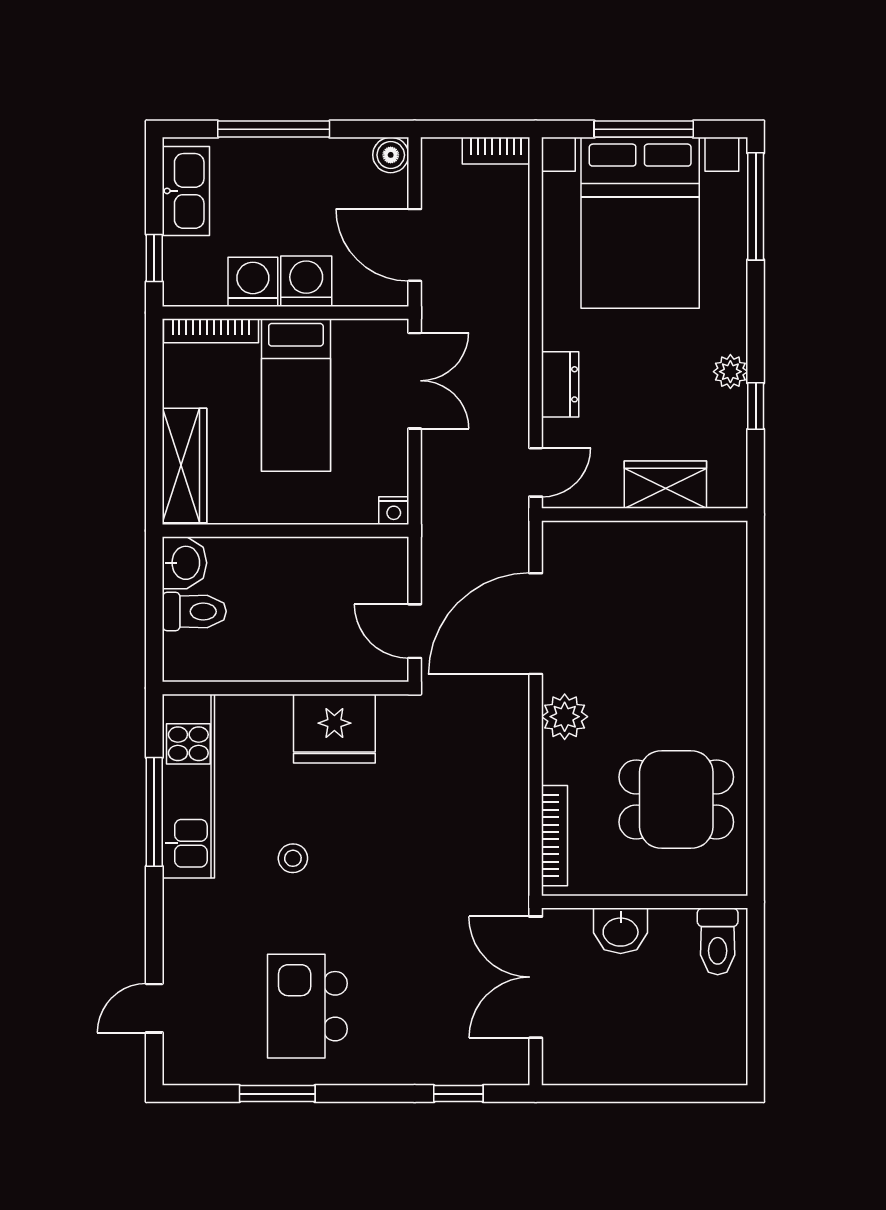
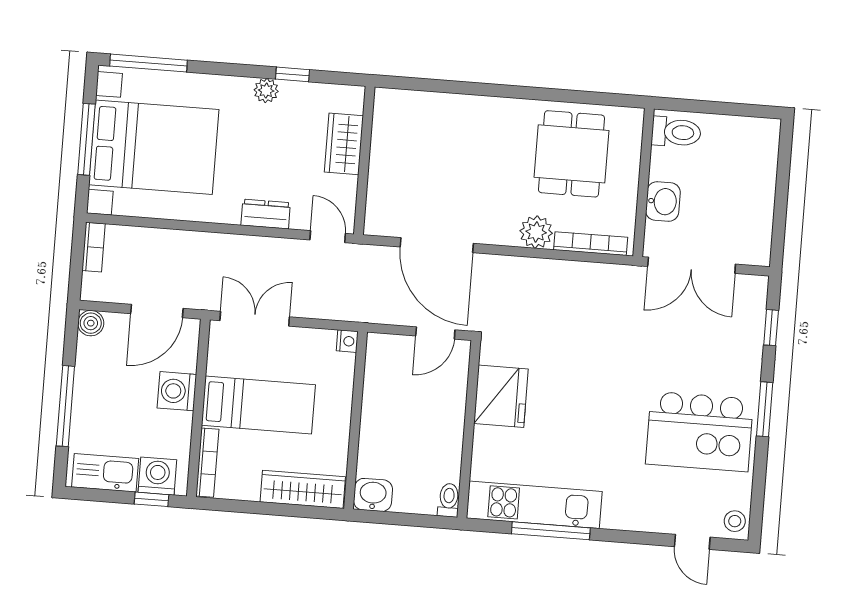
washing machine: (253, 282) -> (157, 476), moved, turned 90
toilet: (194, 611) -> (449, 500), moved, width x0.73, depth x0.72
plant: (565, 717) -> (536, 232), moved
stool: (293, 858) -> (735, 521), moved
kitchen island: (307, 1006) -> (699, 431), width x1.37, depth x1.28
window: (277, 1094) -> (765, 409), moved

